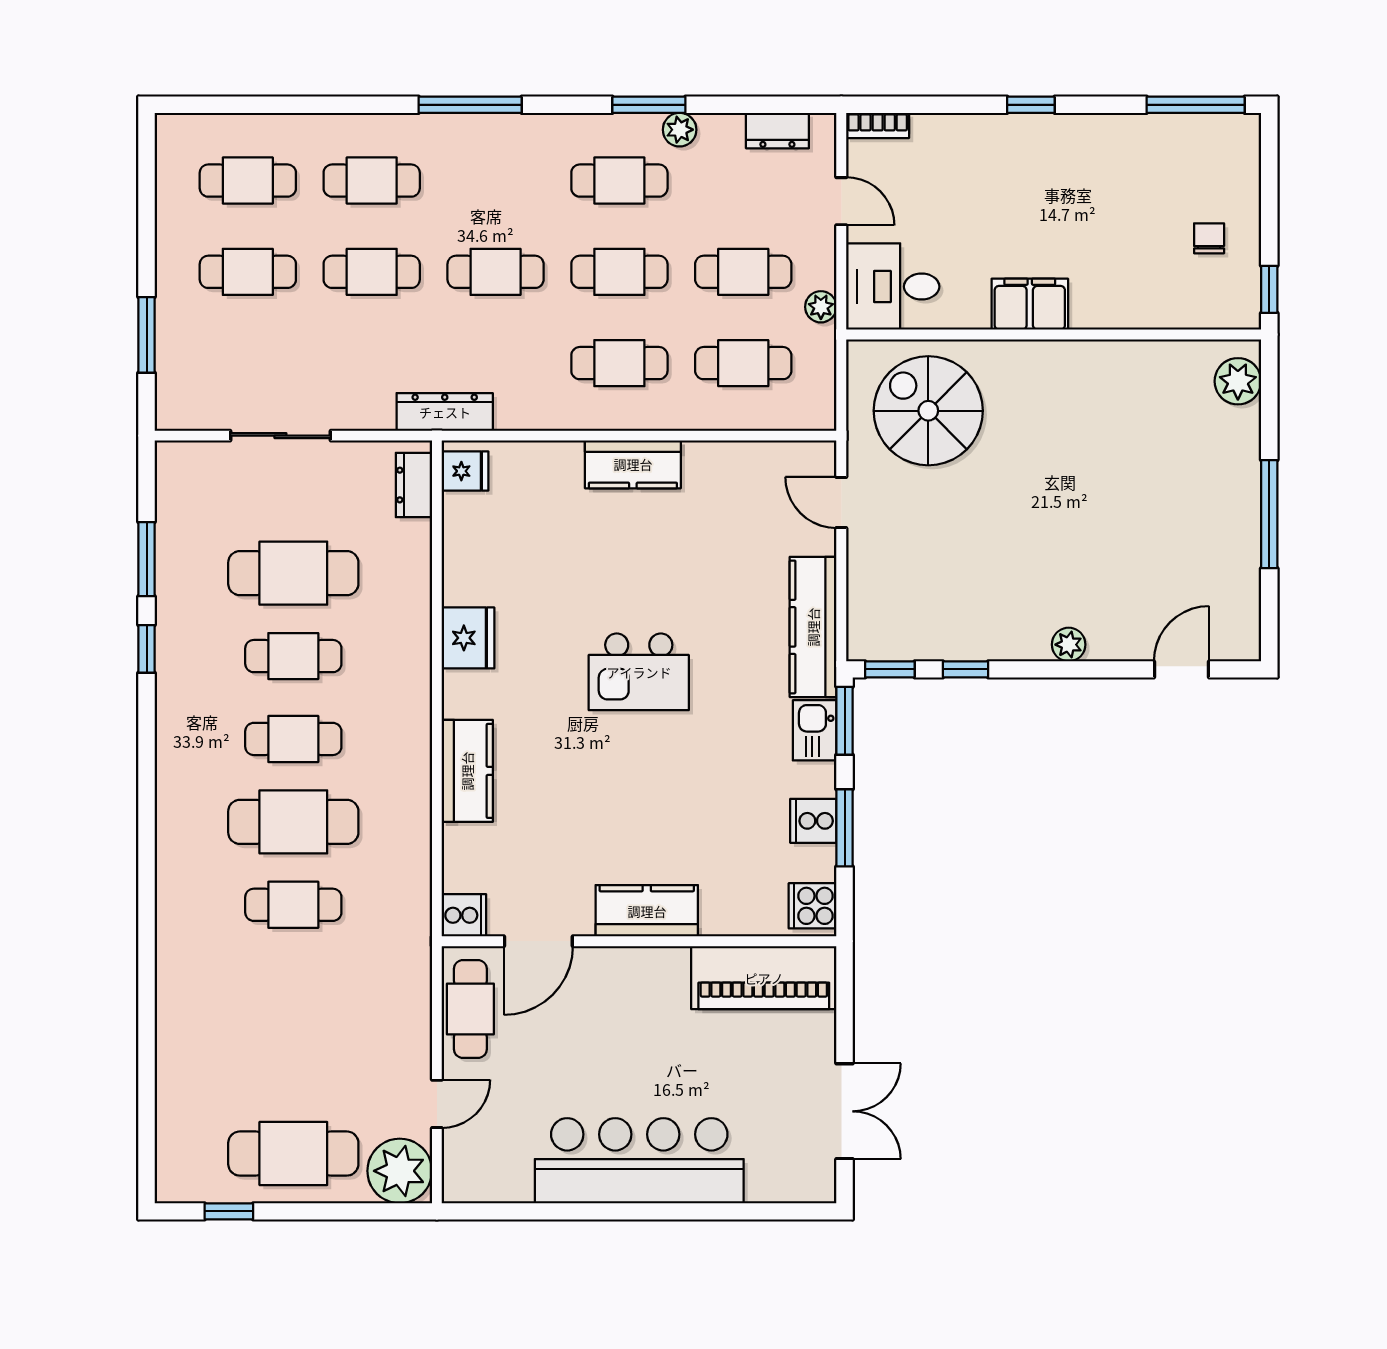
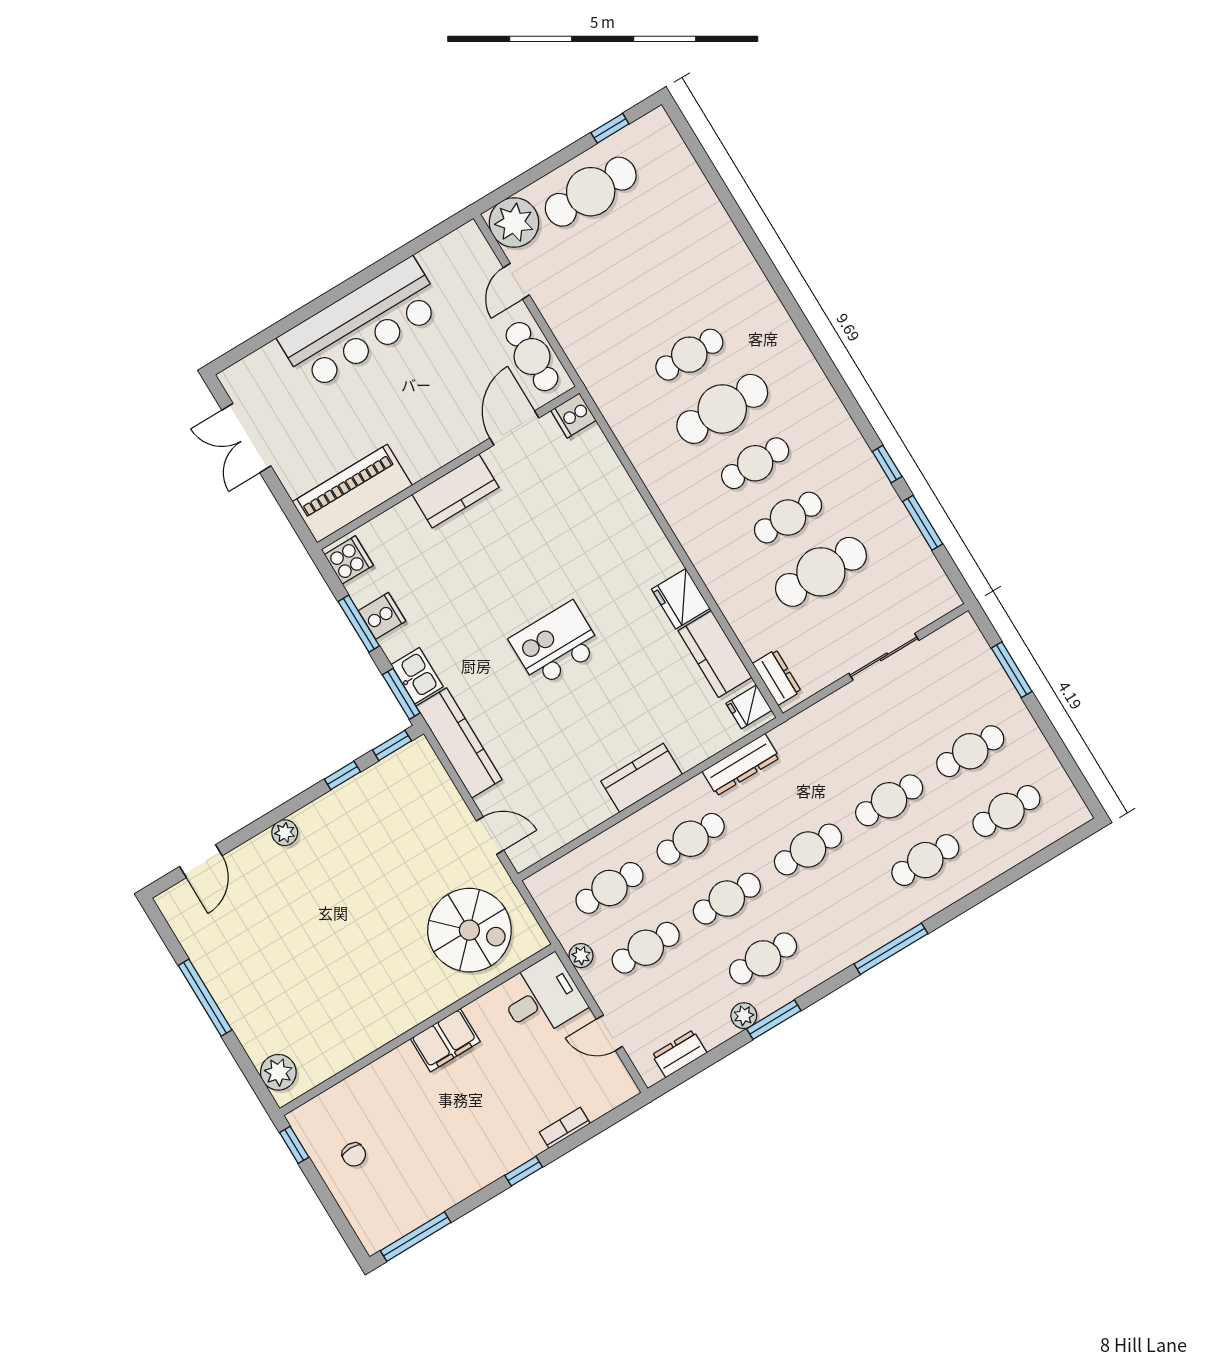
bookcase: (878, 125) -> (565, 1128), moved
dresser: (445, 412) -> (741, 765), moved
kitchen counter: (467, 771) -> (715, 654), moved

